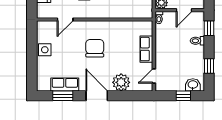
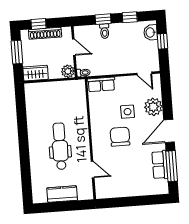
window: (209, 28) -> (103, 19), moved
chair: (95, 48) -> (120, 137), turned 90
row of seats: (146, 49) -> (101, 84), moved
side table: (45, 50) -> (128, 112), moved
window: (63, 96) -> (172, 166), width x1.44

